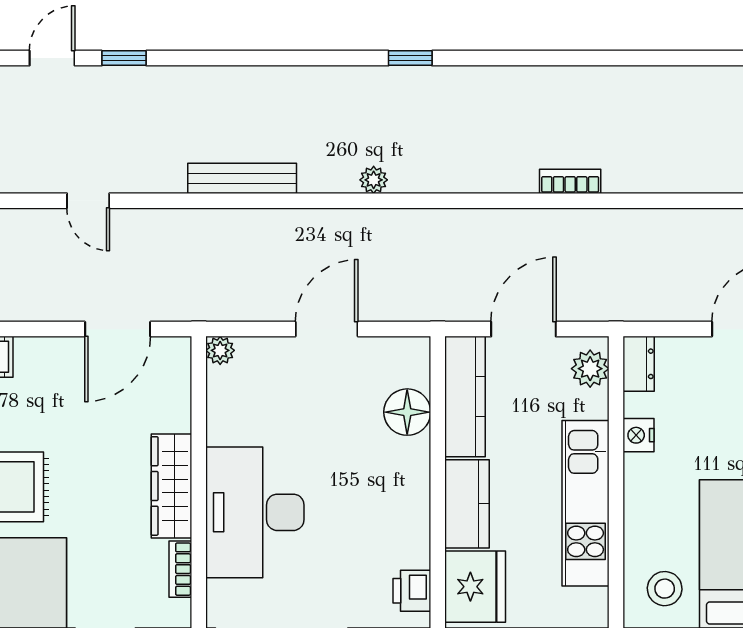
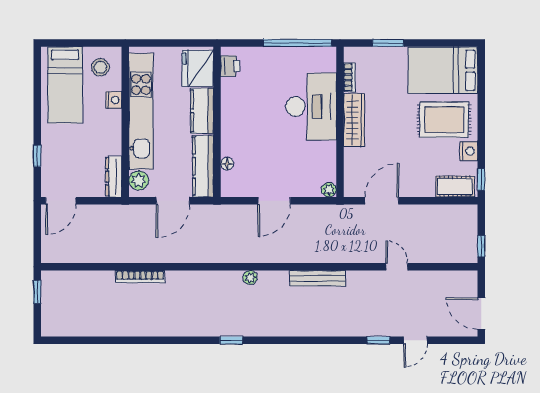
bookcase: (570, 181) -> (140, 277), width x1.56
dresser: (639, 364) -> (114, 177), width x1.44
floor lamp: (407, 412) -> (227, 164), width x0.53, depth x0.53
nightstand: (639, 435) -> (114, 100), moved
kitchen unit: (586, 503) -> (141, 111), width x1.36

